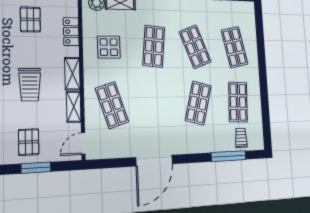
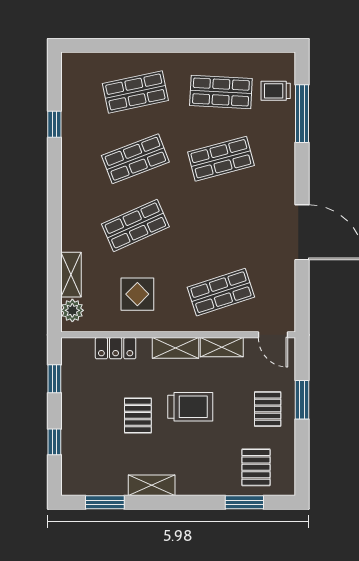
pallet: (30, 19) -> (138, 415), moved, turned 90
shop shelf: (154, 46) -> (135, 225), turned -30
shop shelf: (198, 103) -> (221, 159), turned -30
pallet: (29, 142) -> (268, 409), turned 90

